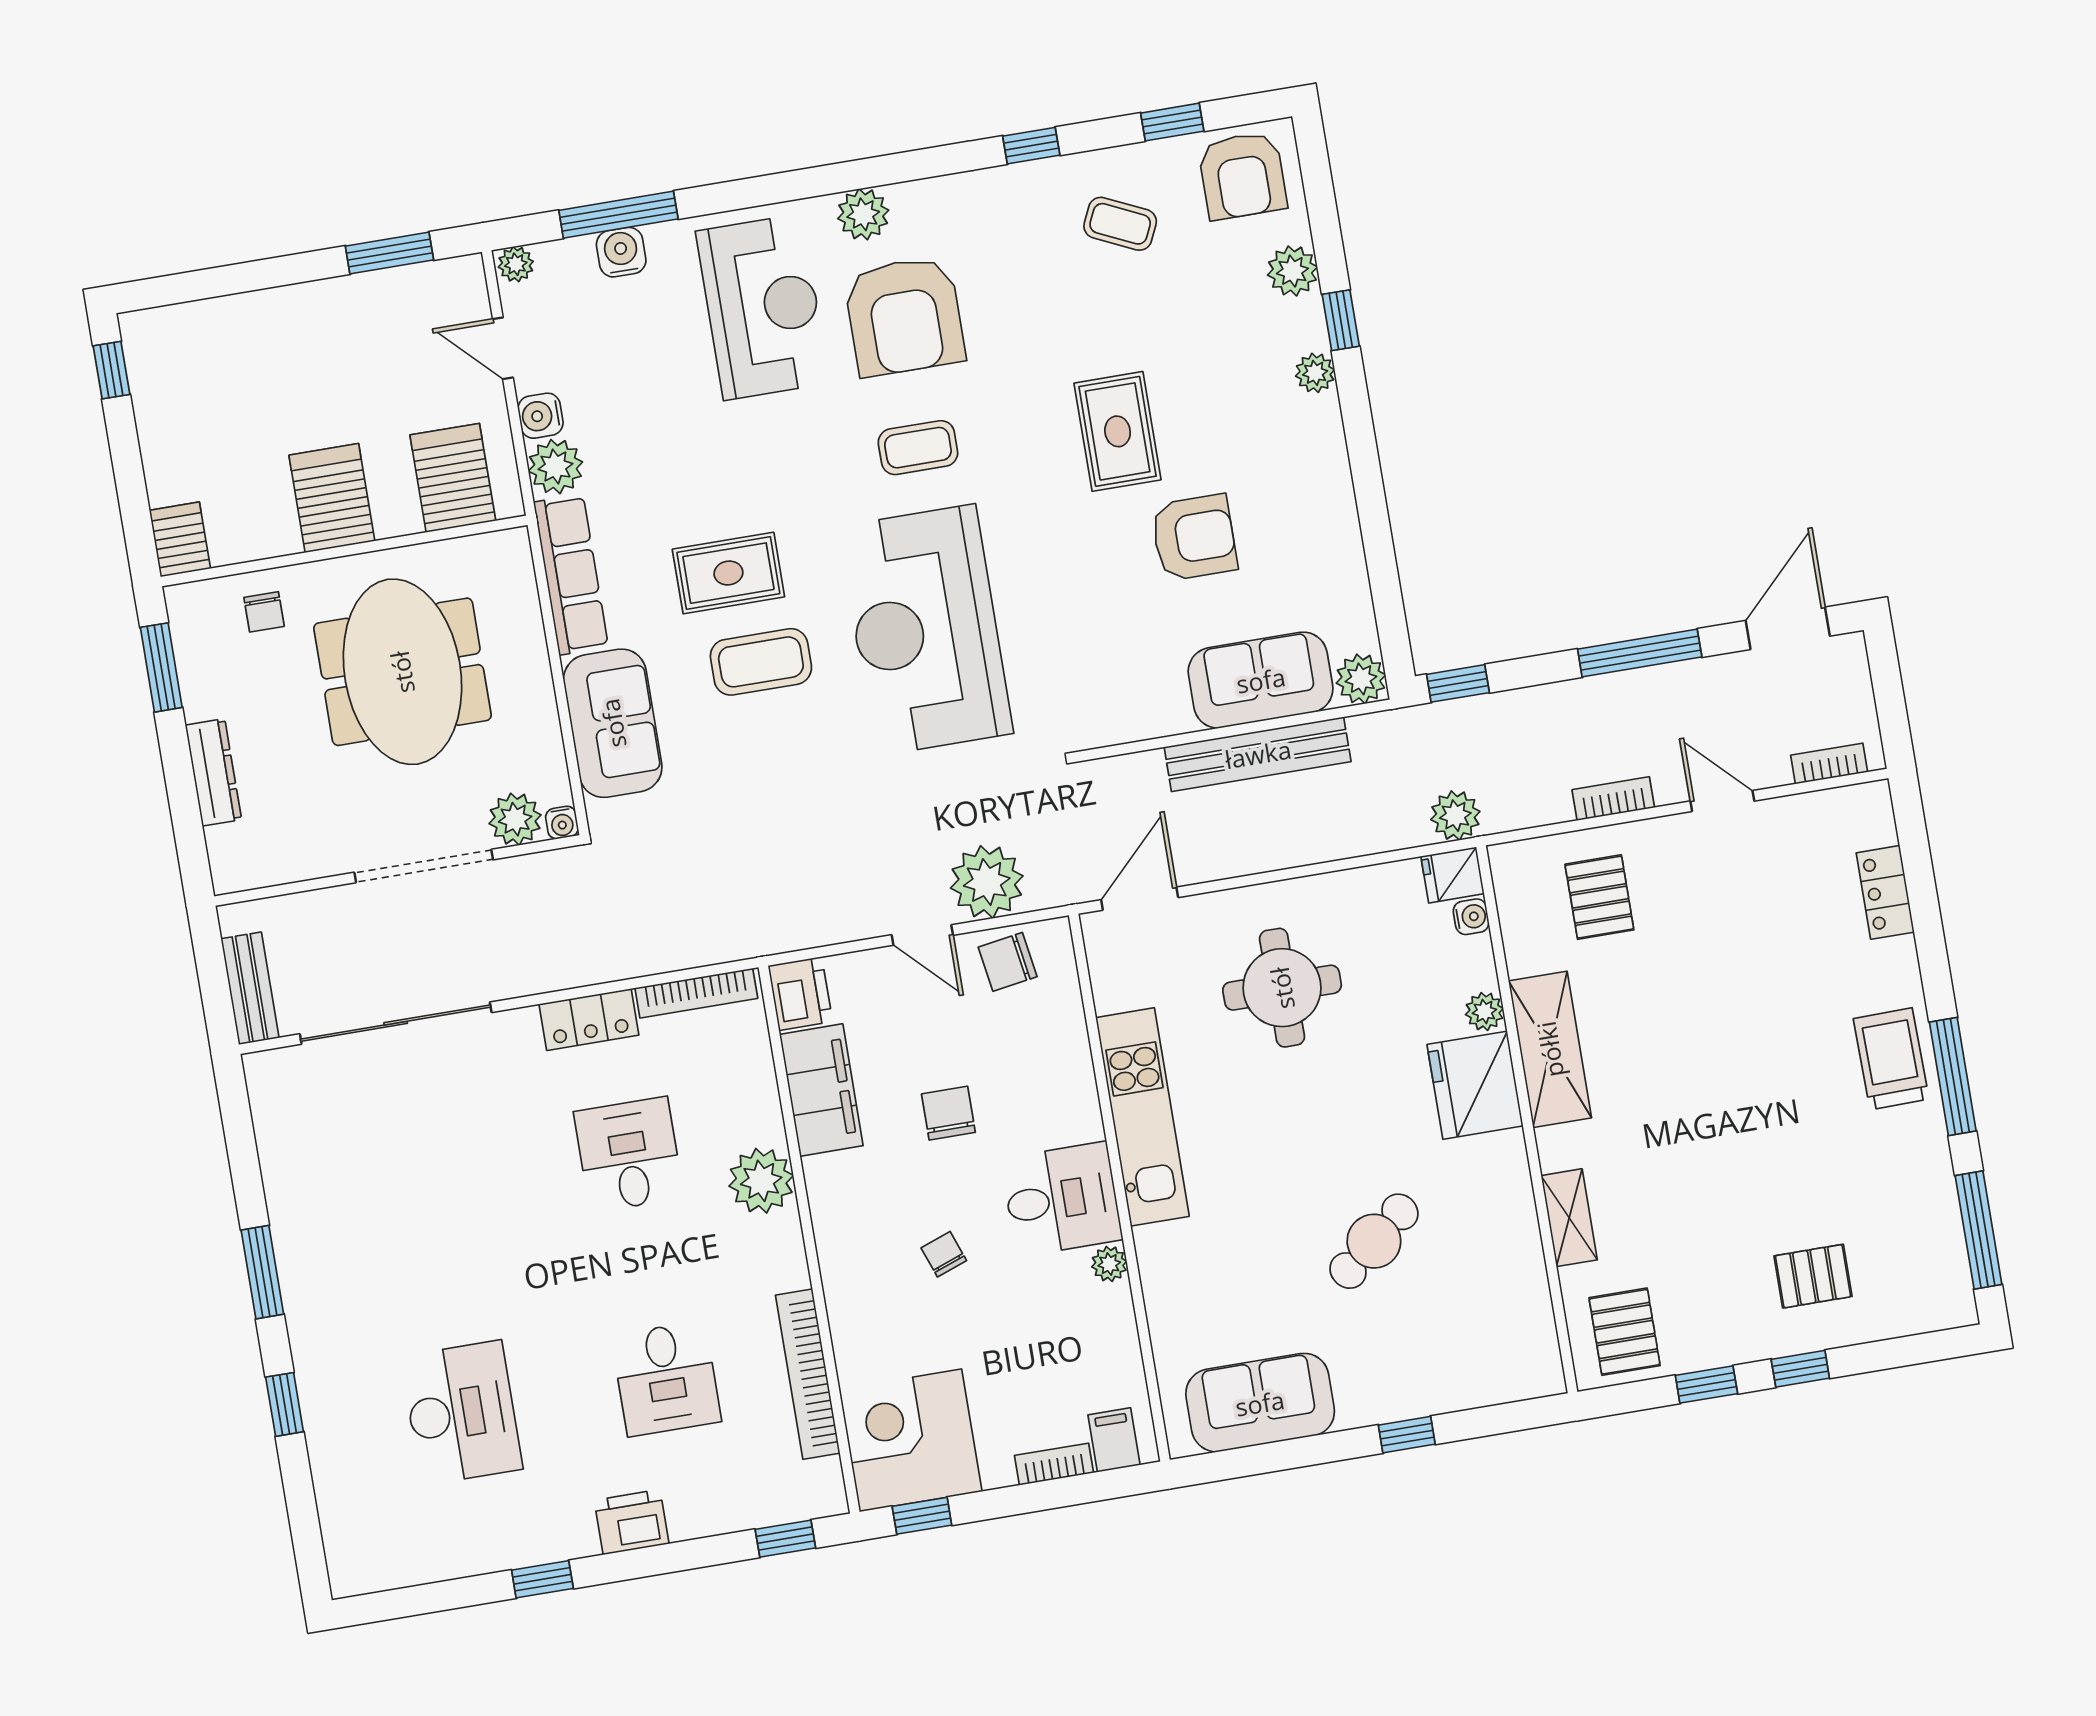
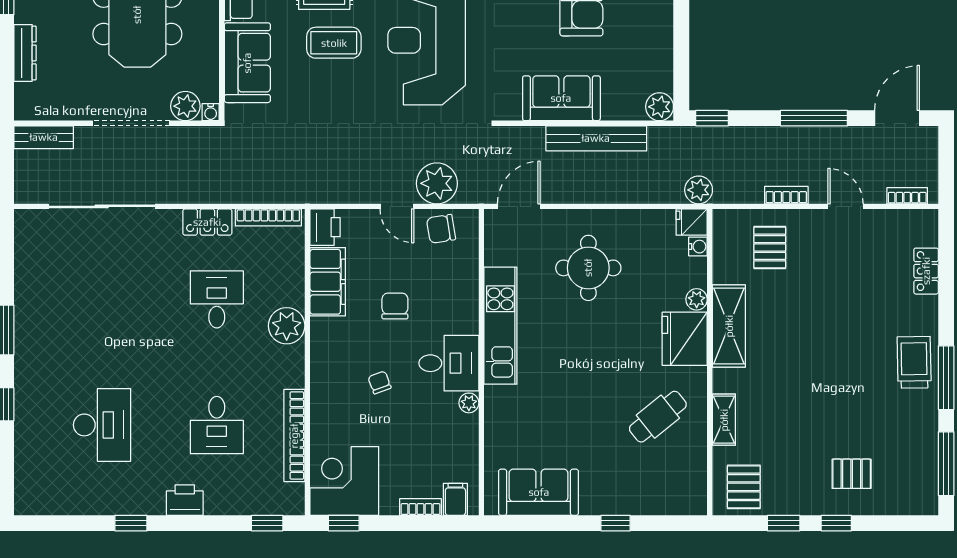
sofa: (1261, 680) -> (561, 98), moved
bench: (250, 988) -> (44, 137), moved, turned 90
cafe table: (1374, 1241) -> (658, 417), moved

